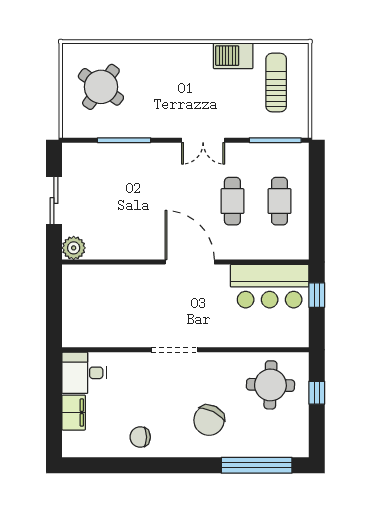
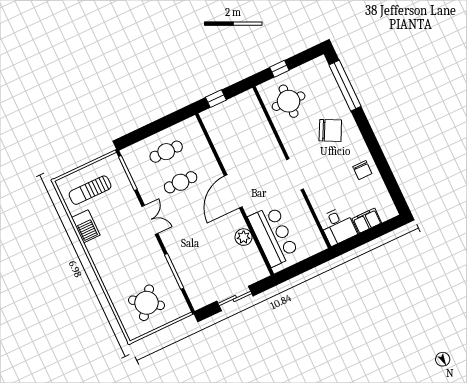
plant: (74, 248) -> (244, 237), moved
bar counter: (270, 286) -> (273, 236), moved

